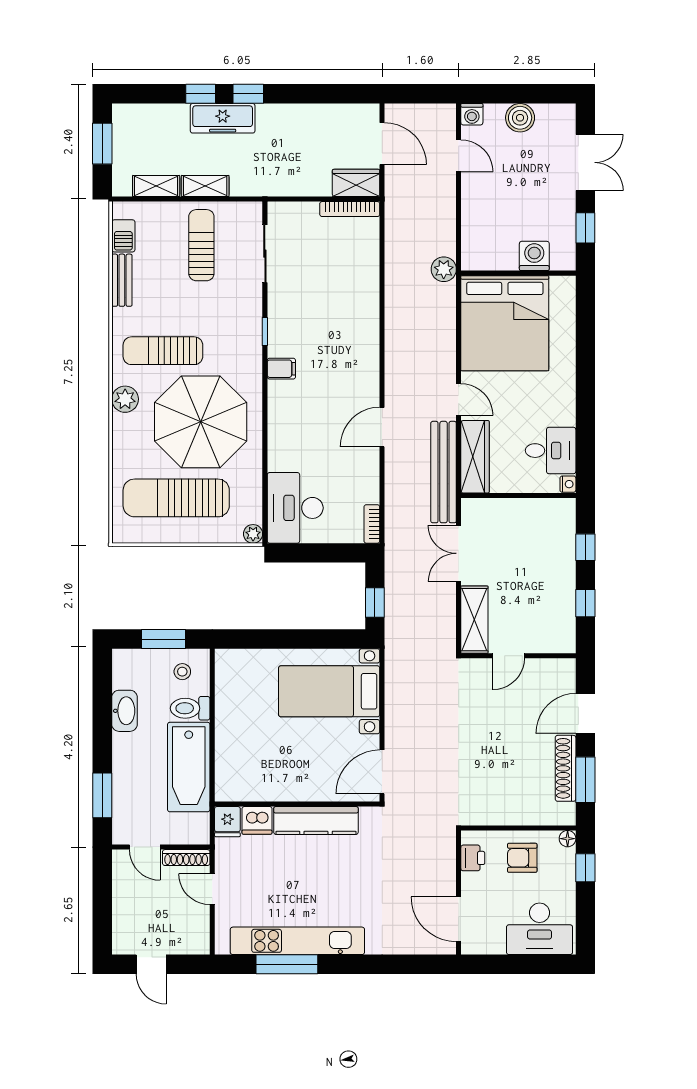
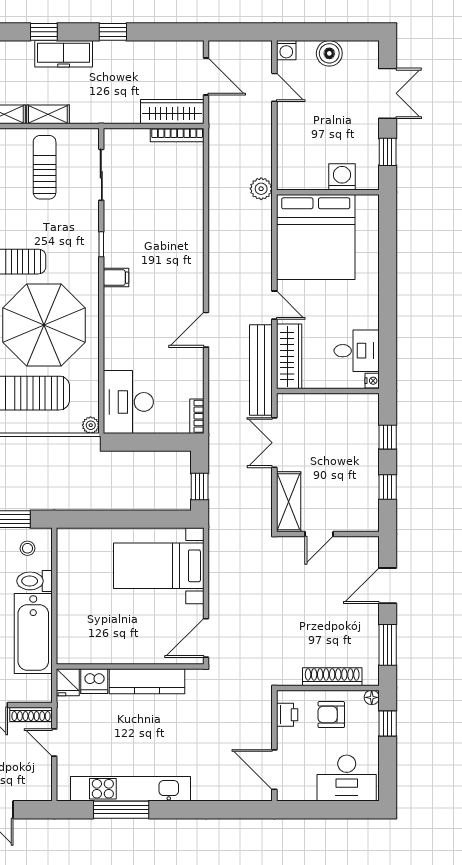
window: (248, 94) -> (113, 32), moved
wardrobe: (356, 183) -> (172, 112), width x1.50
shoe rack: (566, 768) -> (332, 677), moved, turned 90

